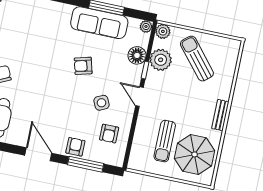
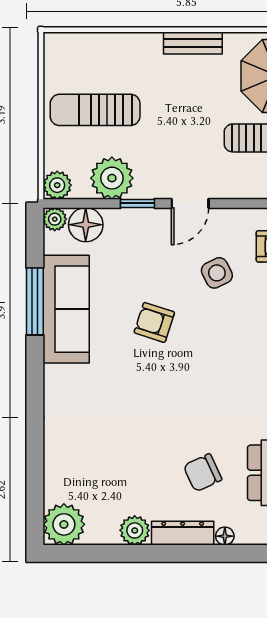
floor lamp: (137, 55) -> (86, 225), moved
sun lounger: (197, 59) -> (95, 110), turned 40
armchair: (83, 66) -> (154, 322), turned 123

